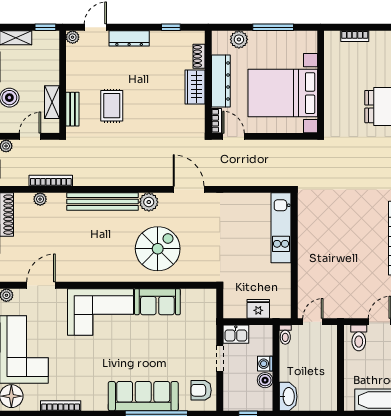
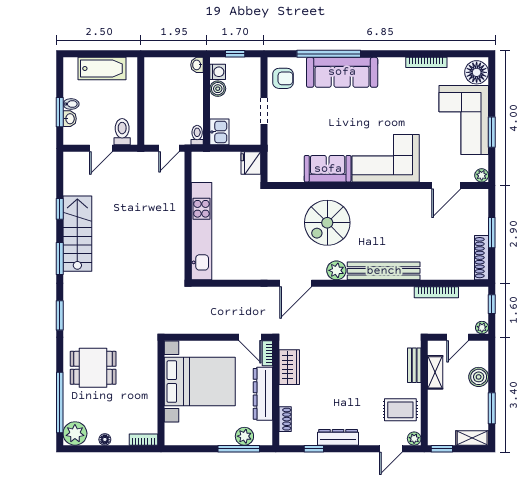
window: (273, 27) -> (239, 449), moved
bookcase: (355, 36) -> (143, 440), moved
floor lamp: (376, 36) -> (105, 439), added
dresser: (129, 38) -> (338, 437), moved
wardrobe: (195, 87) -> (289, 367), moved
rug: (112, 106) -> (400, 410), moved, turned 90
door: (189, 189) -> (296, 283), hinge flipped
plant: (40, 199) -> (447, 273), removed
kitchen unit: (281, 228) -> (201, 231), width x1.36
fridge: (258, 309) -> (251, 163), moved, turned 90
kitchen sink: (236, 334) -> (219, 132), moved, turned 90
washing machine: (265, 364) -> (218, 72), moved
washbasin: (288, 397) -> (197, 65), width x0.52, depth x0.69

